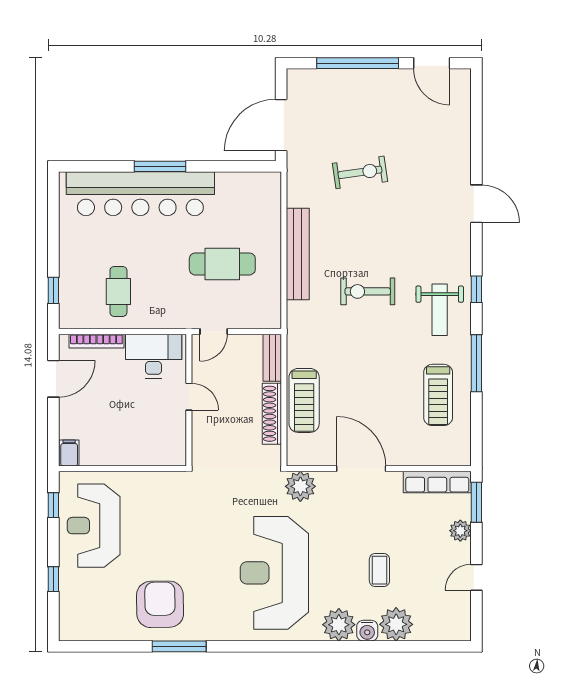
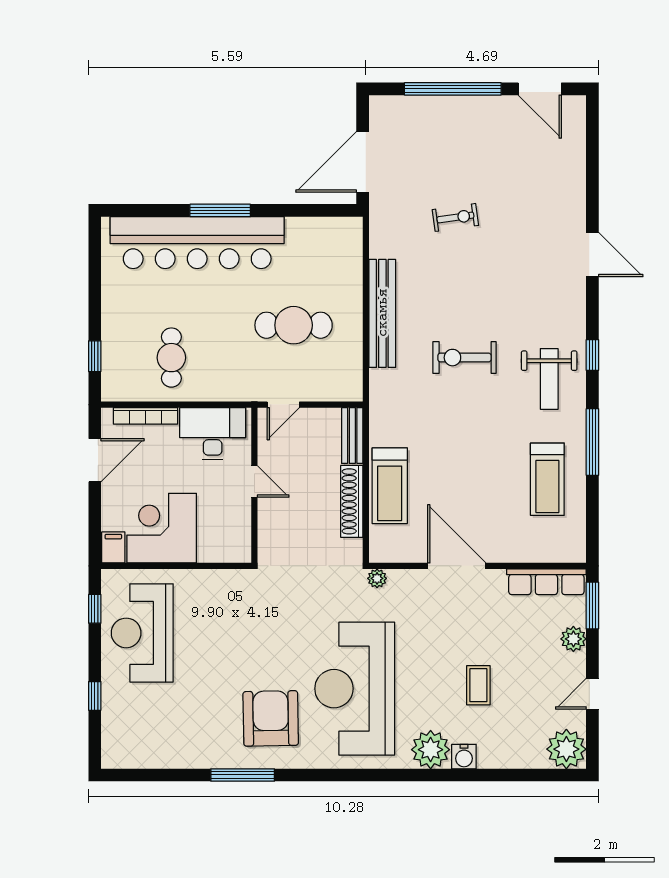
exercise bike: (360, 172) -> (455, 217), width x0.73, depth x0.72
corner desk: (110, 436) -> (162, 528), added
plant: (300, 486) -> (377, 578), width x0.53, depth x0.53
armchair: (160, 604) -> (271, 718), moved
plant: (396, 624) -> (566, 749), moved

